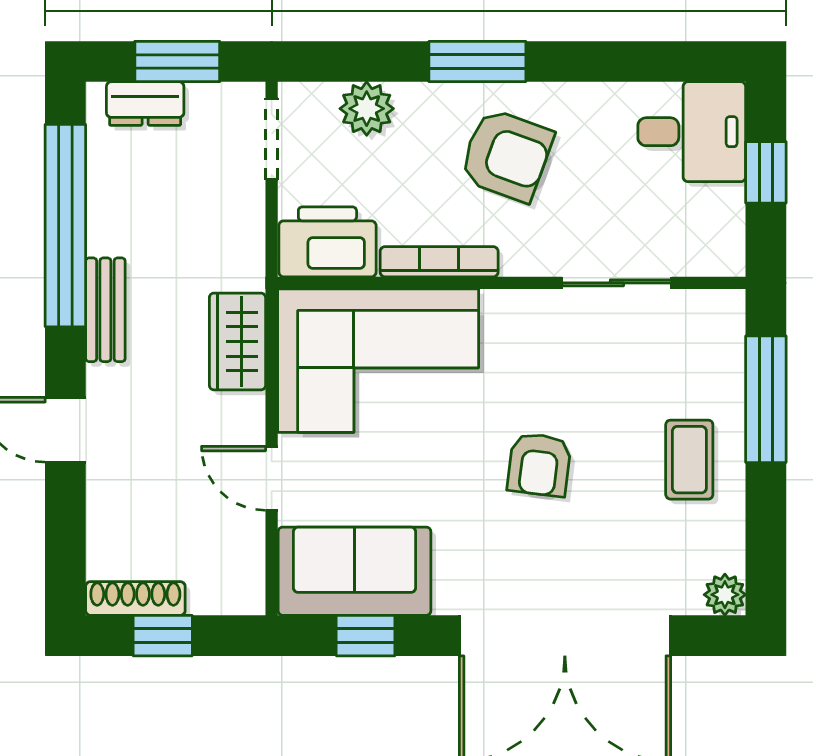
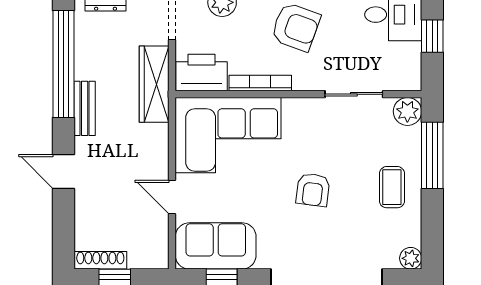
plant: (719, 316) -> (407, 111), added
wardrobe: (237, 341) -> (154, 84), moved, width x1.50

